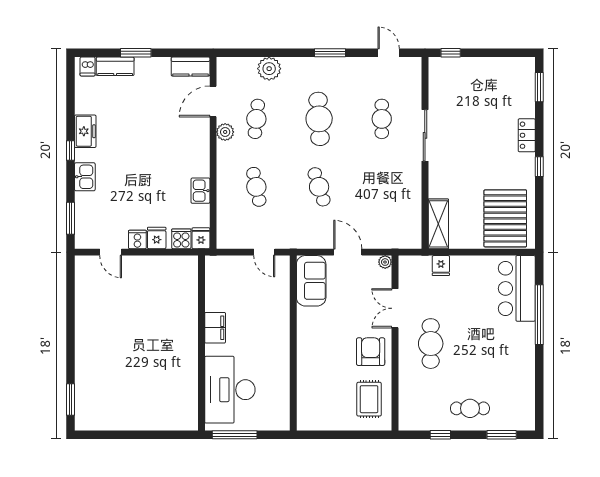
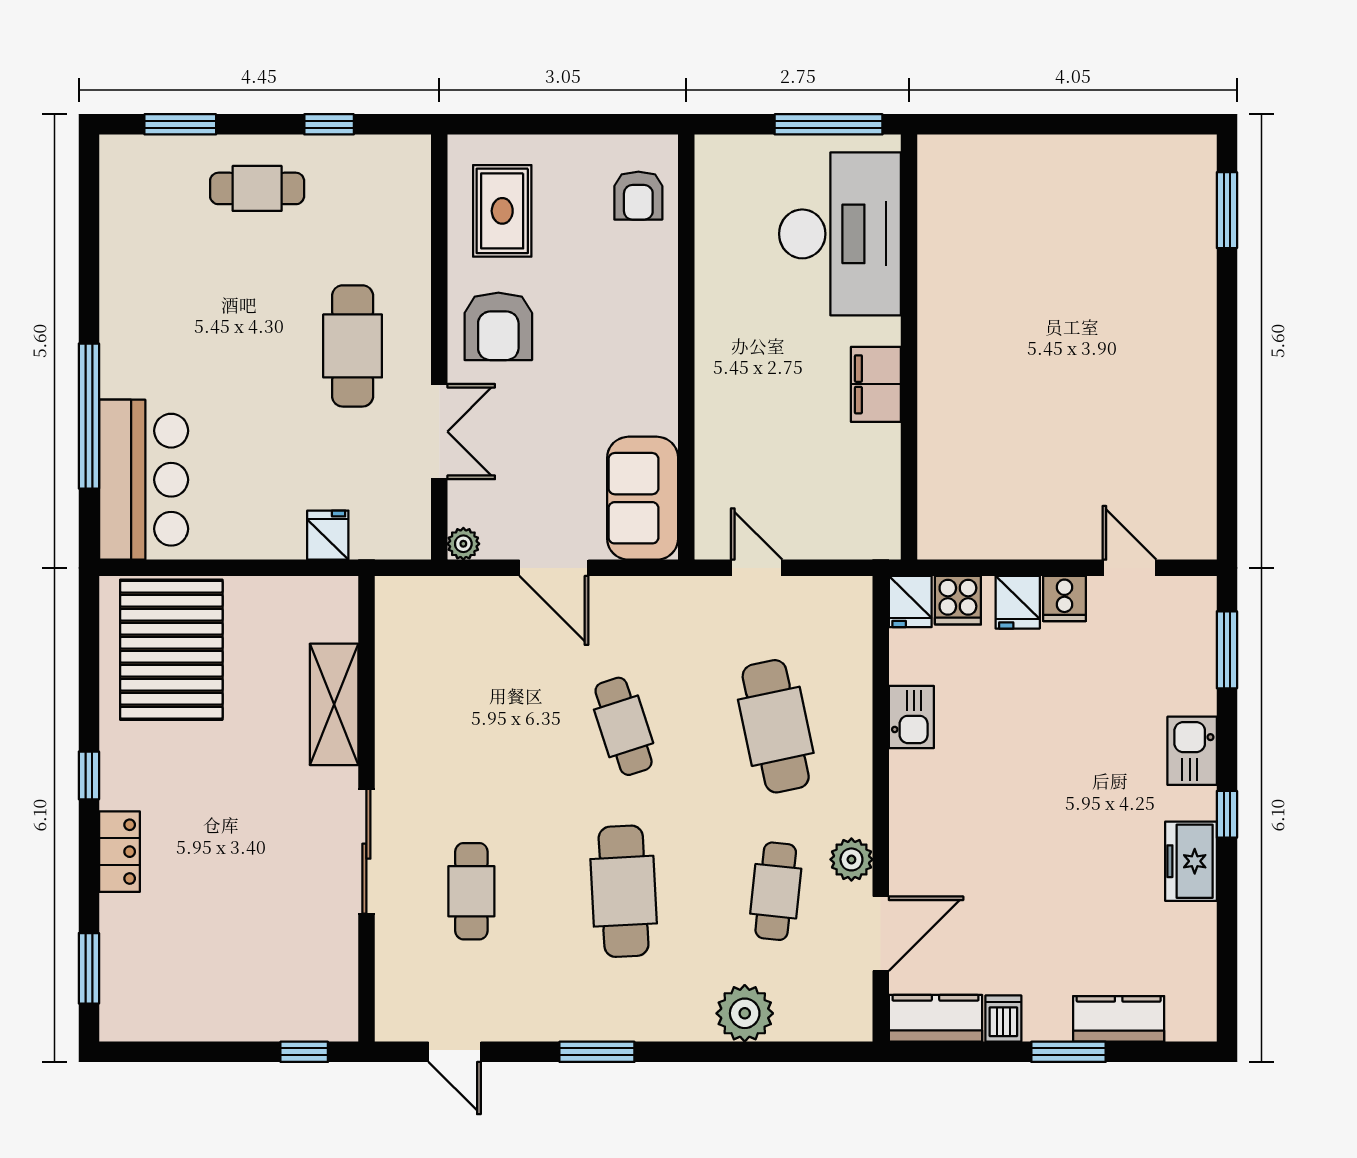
dishwasher: (88, 66) -> (1003, 1019), moved
cafe table: (256, 187) -> (776, 726), width x1.37, depth x1.35
shelving: (438, 224) -> (334, 704), moved
armchair: (313, 405) -> (638, 196), added

